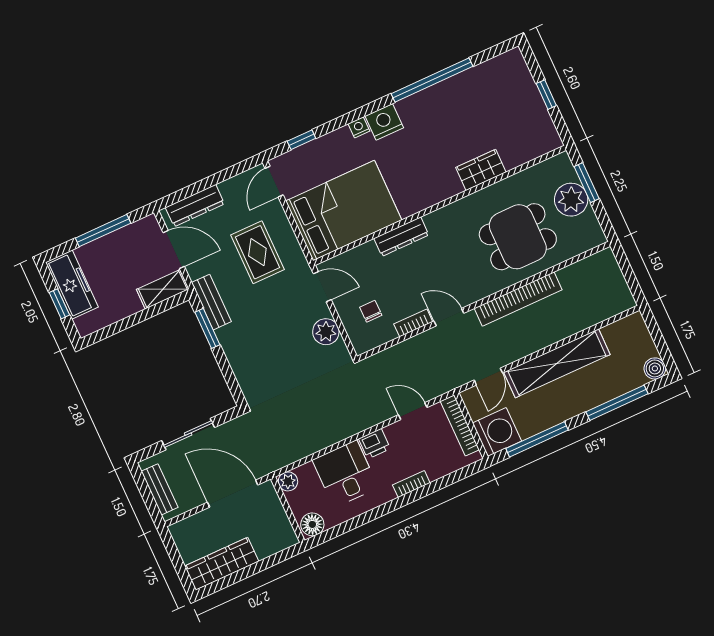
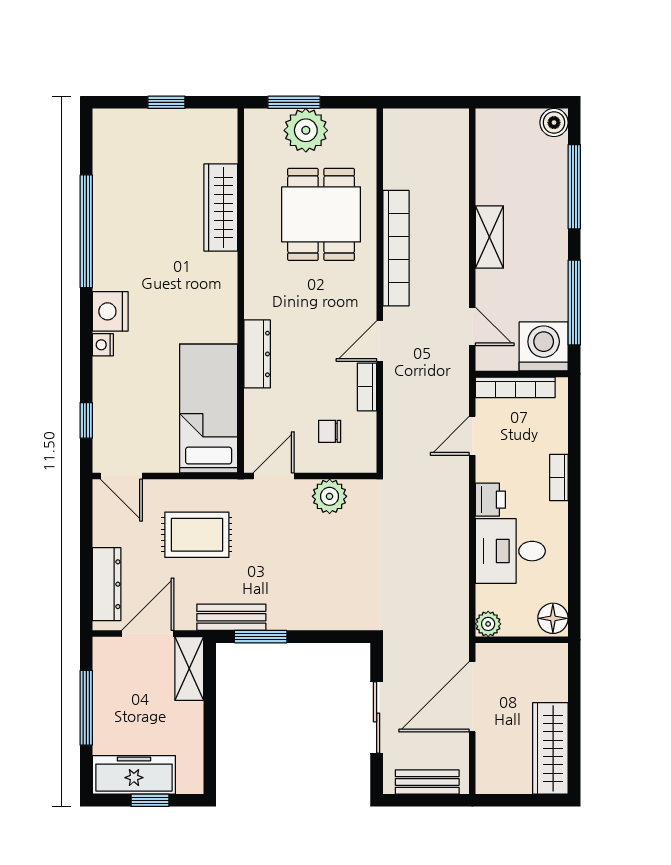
wardrobe: (481, 170) -> (221, 207), width x1.50
bed: (344, 210) -> (209, 408), width x0.67
shelving: (557, 363) -> (489, 237), width x0.45, depth x0.75

